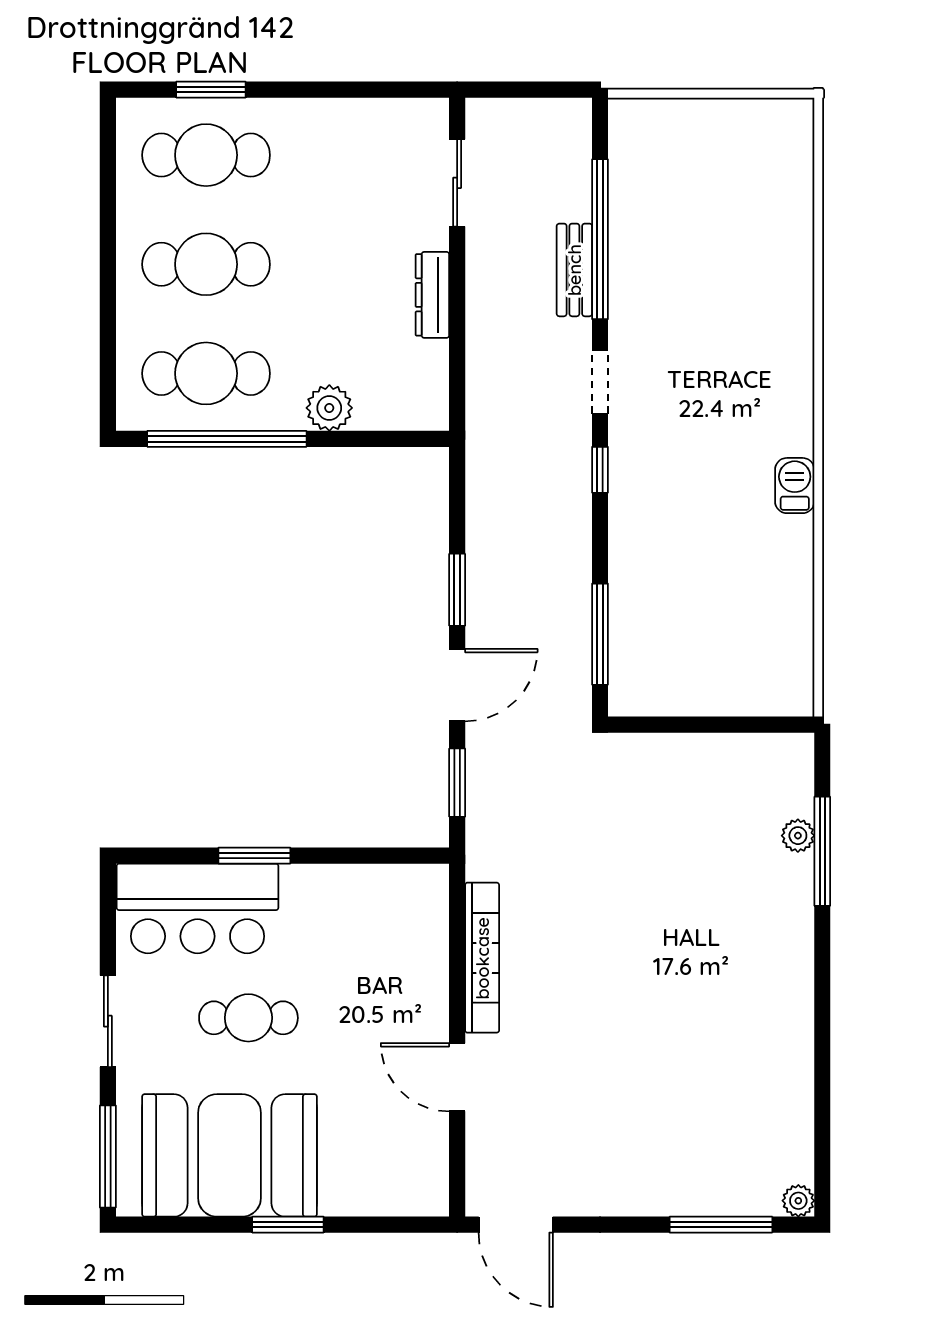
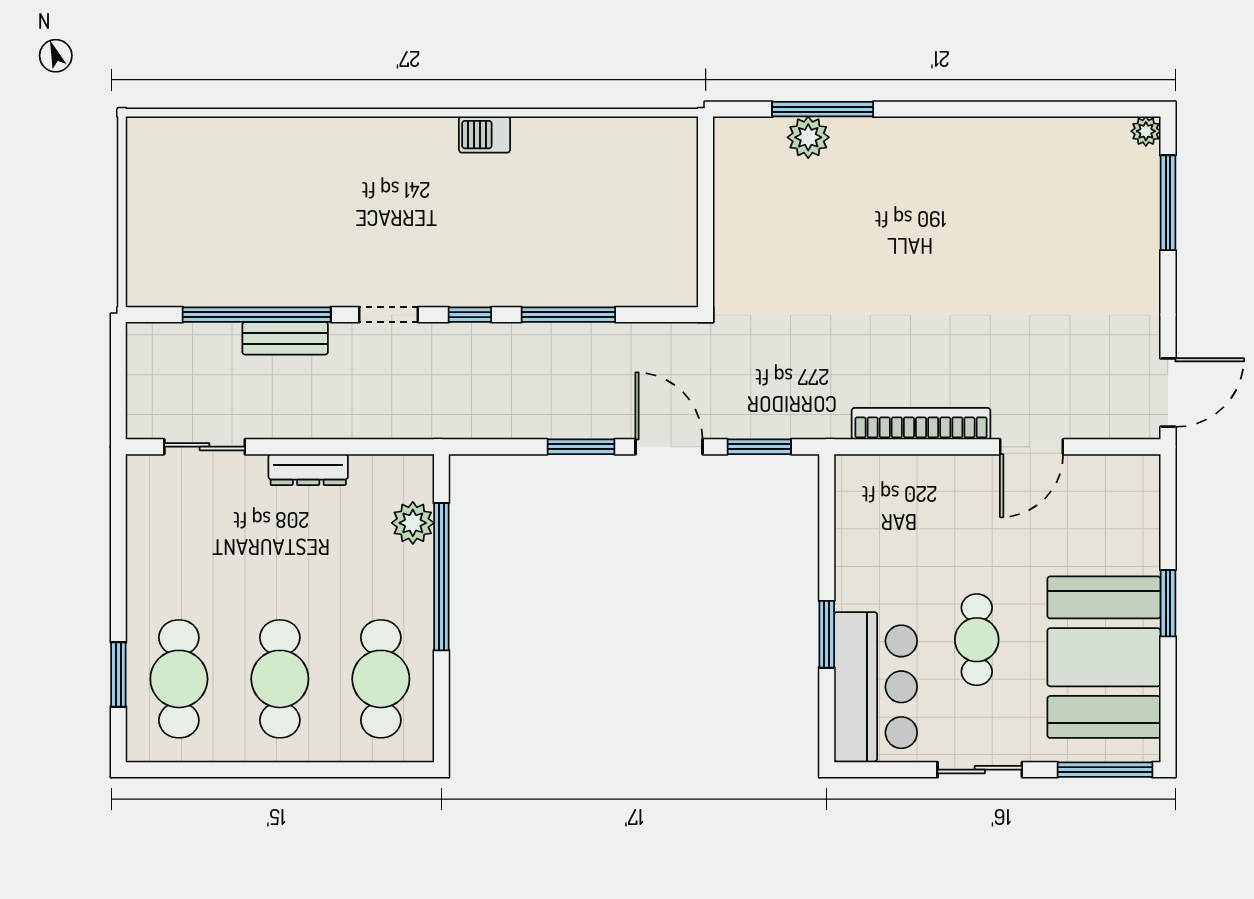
plant: (329, 408) -> (413, 523), moved
window: (227, 439) -> (441, 577), moved
window: (600, 634) -> (568, 315), moved
plant: (798, 836) -> (808, 137), width x1.38, depth x1.38

